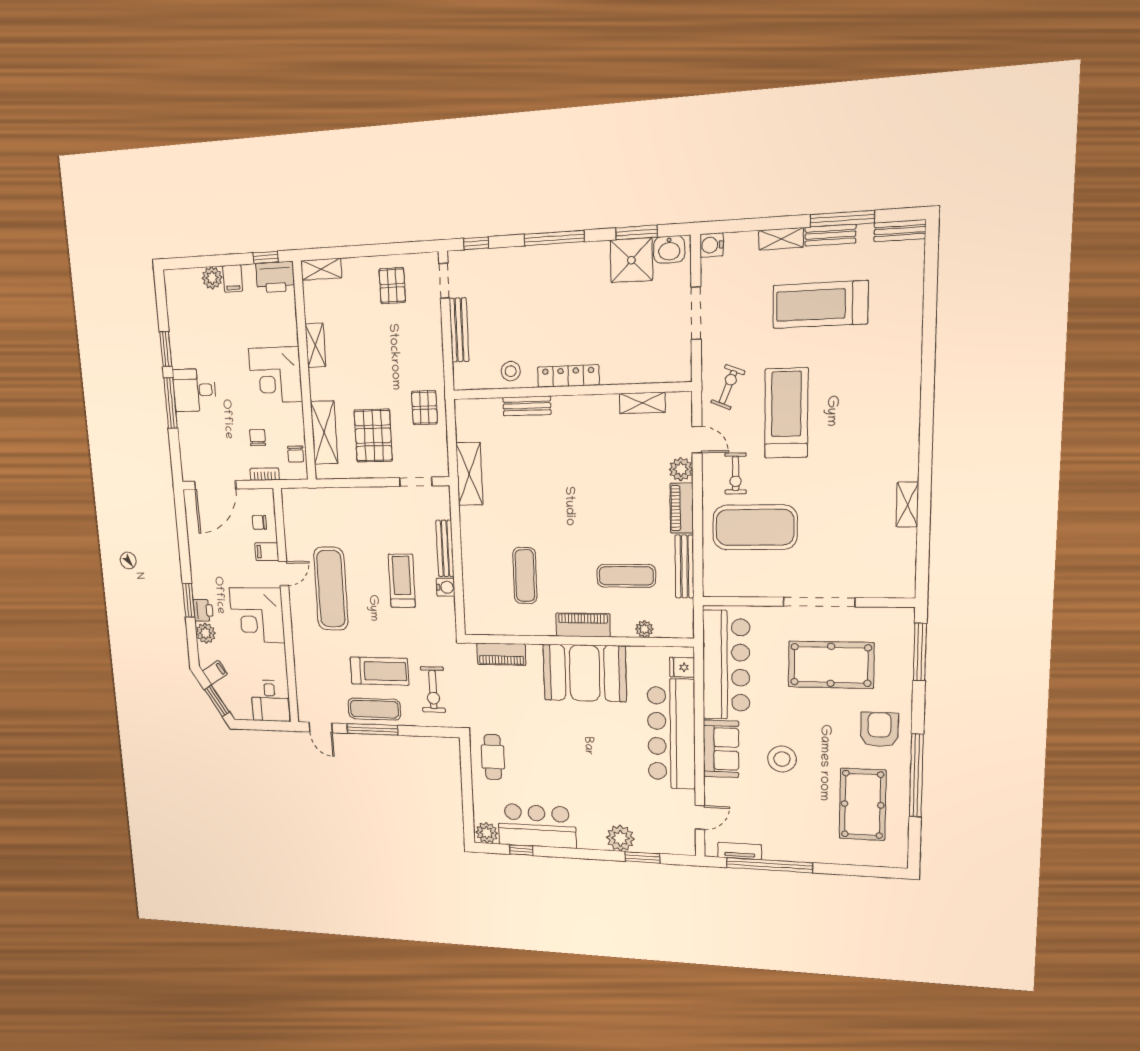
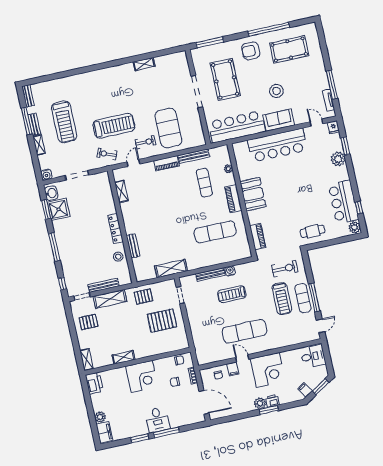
window: (266, 257) -> (86, 389), removed
filing cabinet: (233, 278) -> (104, 432), moved, width x2.00
treadmill: (786, 413) -> (114, 126), turned 180
shelving: (324, 433) -> (110, 299), moved
plant: (681, 469) -> (148, 167), removed
exercise mat: (525, 575) -> (215, 232), width x1.36, depth x1.45
plant: (206, 633) -> (260, 403), moved
fridge: (682, 667) -> (333, 127), moved
treadmill: (380, 671) -> (282, 298), turned 180
booth: (585, 673) -> (253, 194), width x0.73, depth x0.70
window: (769, 865) -> (332, 85), width x0.68

